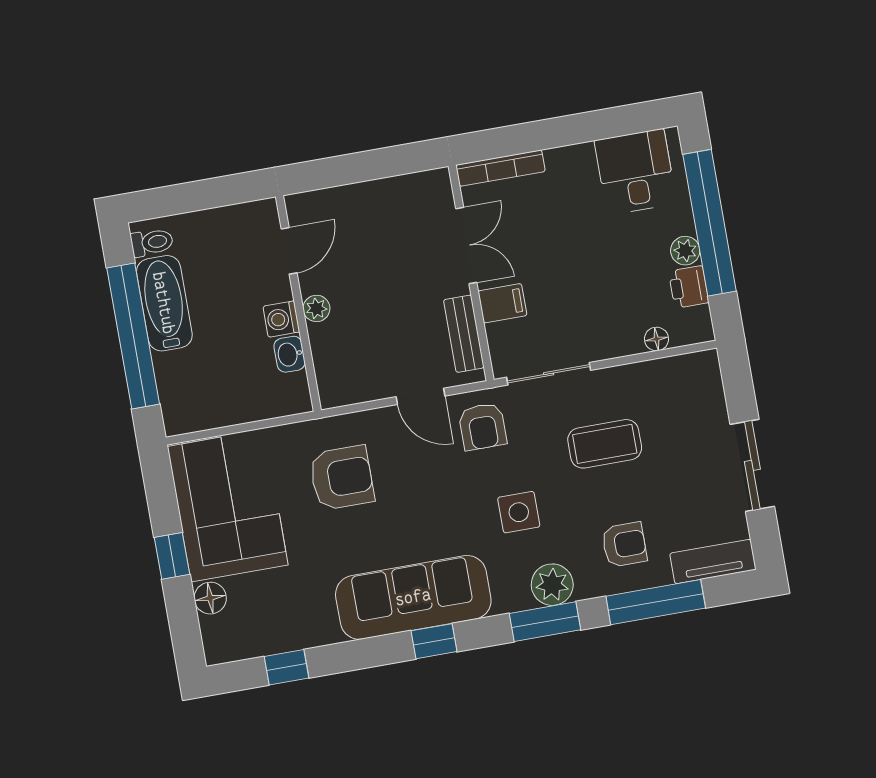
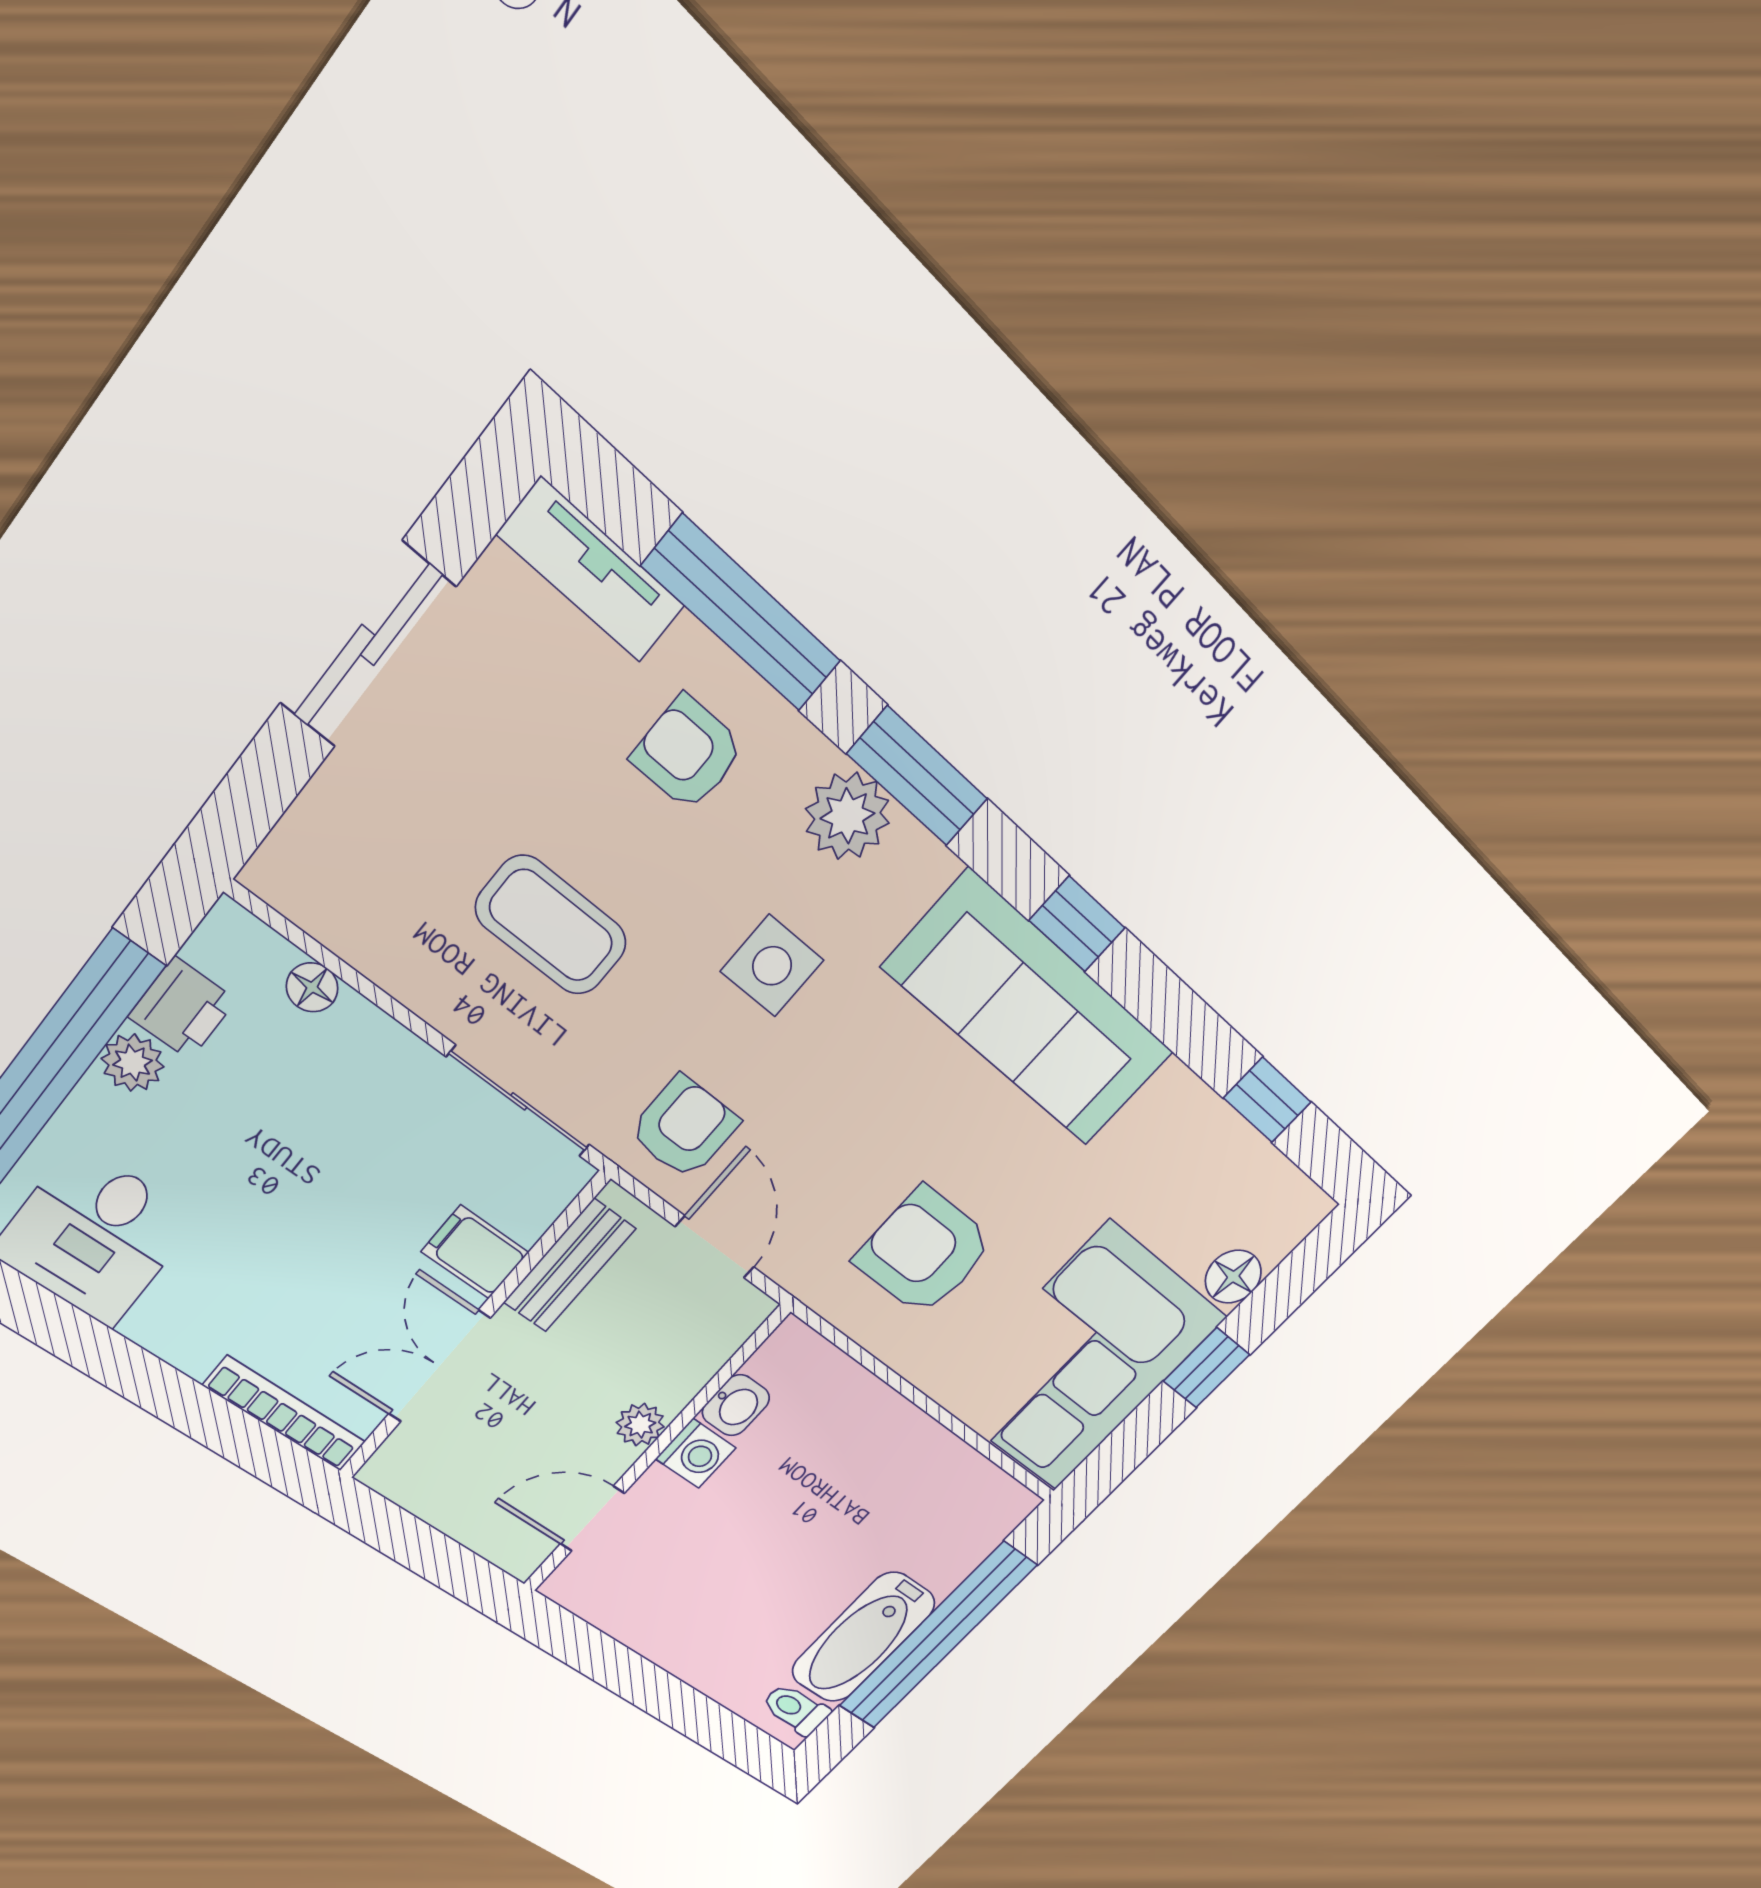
door: (289, 251) -> (592, 1519), moved
wall: (298, 303) -> (654, 1451), moved
plant: (316, 308) -> (640, 1425), moved
washing machine: (281, 319) -> (696, 1453), moved
washbasin: (290, 354) -> (736, 1405), moved

